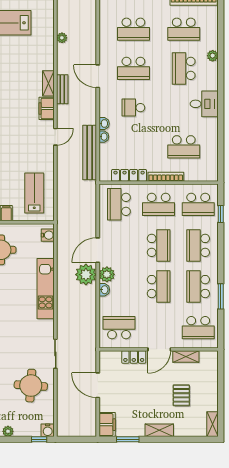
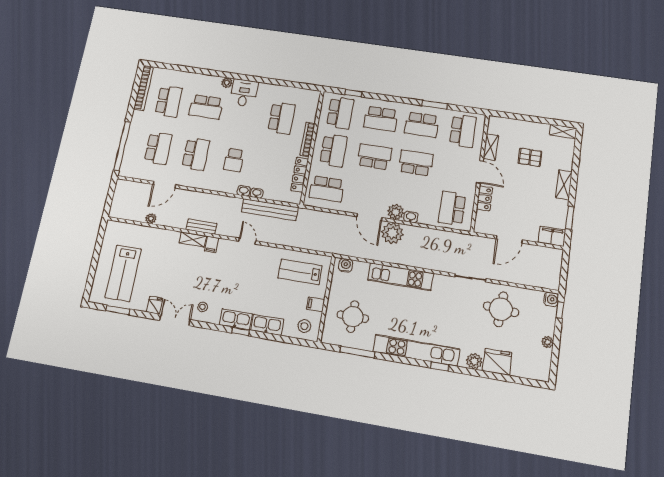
plant: (213, 56) -> (227, 83), moved
door: (98, 76) -> (164, 185), moved
filing cabinet: (47, 108) -> (212, 244), width x0.50

